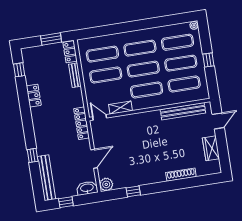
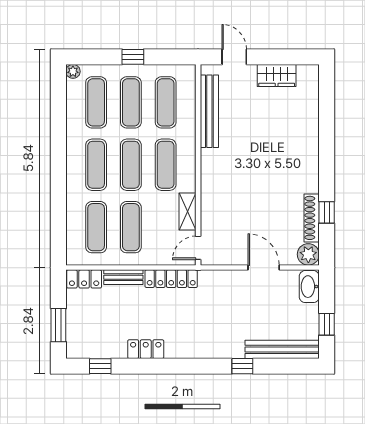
window: (51, 39) -> (58, 325), moved
locker: (82, 123) -> (171, 279), moved
shoe rack: (181, 175) -> (312, 218), moved

